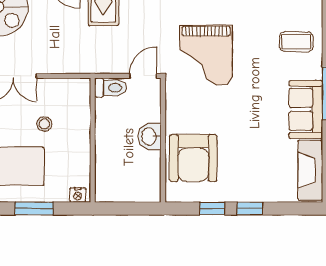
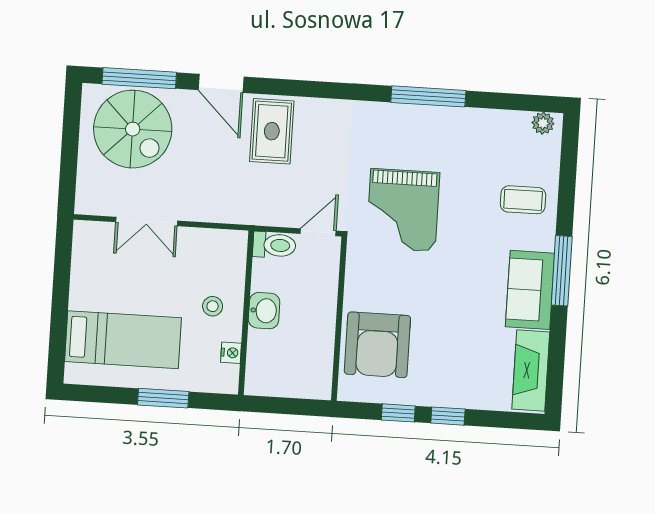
stool: (44, 124) -> (213, 306), moved
washbasin: (150, 136) -> (264, 311), moved, turned 180
nightstand: (78, 195) -> (231, 353), moved, turned -90

